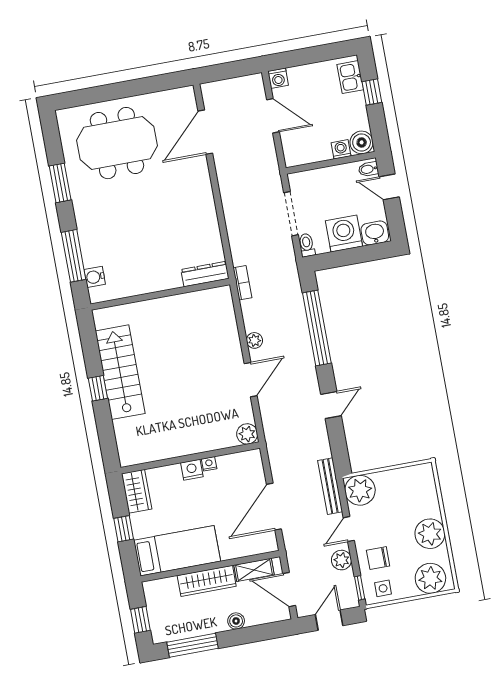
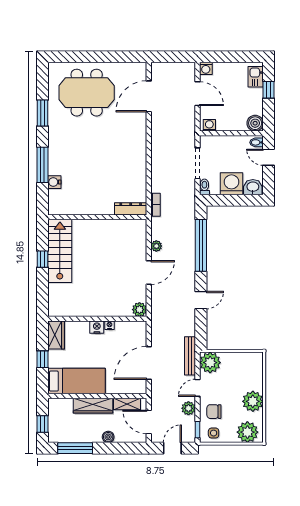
washing machine: (341, 149) -> (209, 125), moved
dresser: (205, 274) -> (131, 209), moved
wall: (160, 294) -> (97, 217), moved

